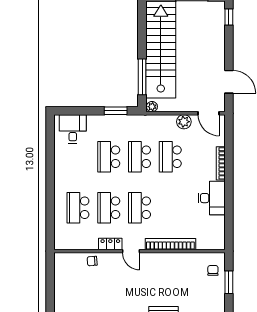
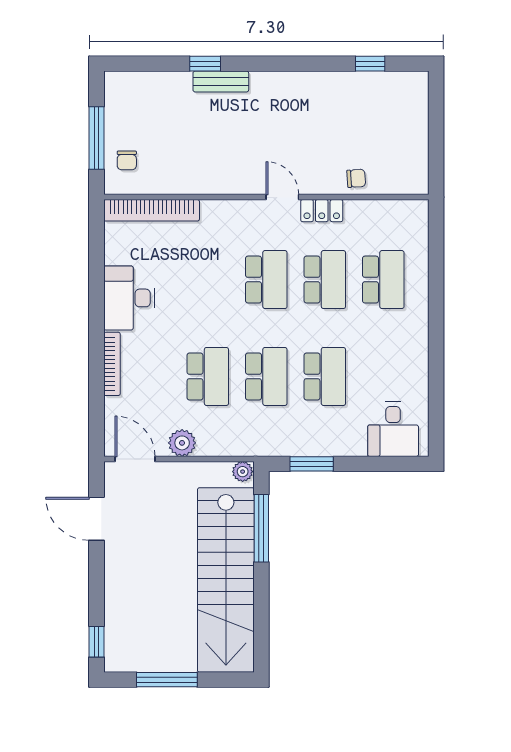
bookcase: (170, 244) -> (152, 210), moved
window: (229, 282) -> (96, 138), width x1.44

